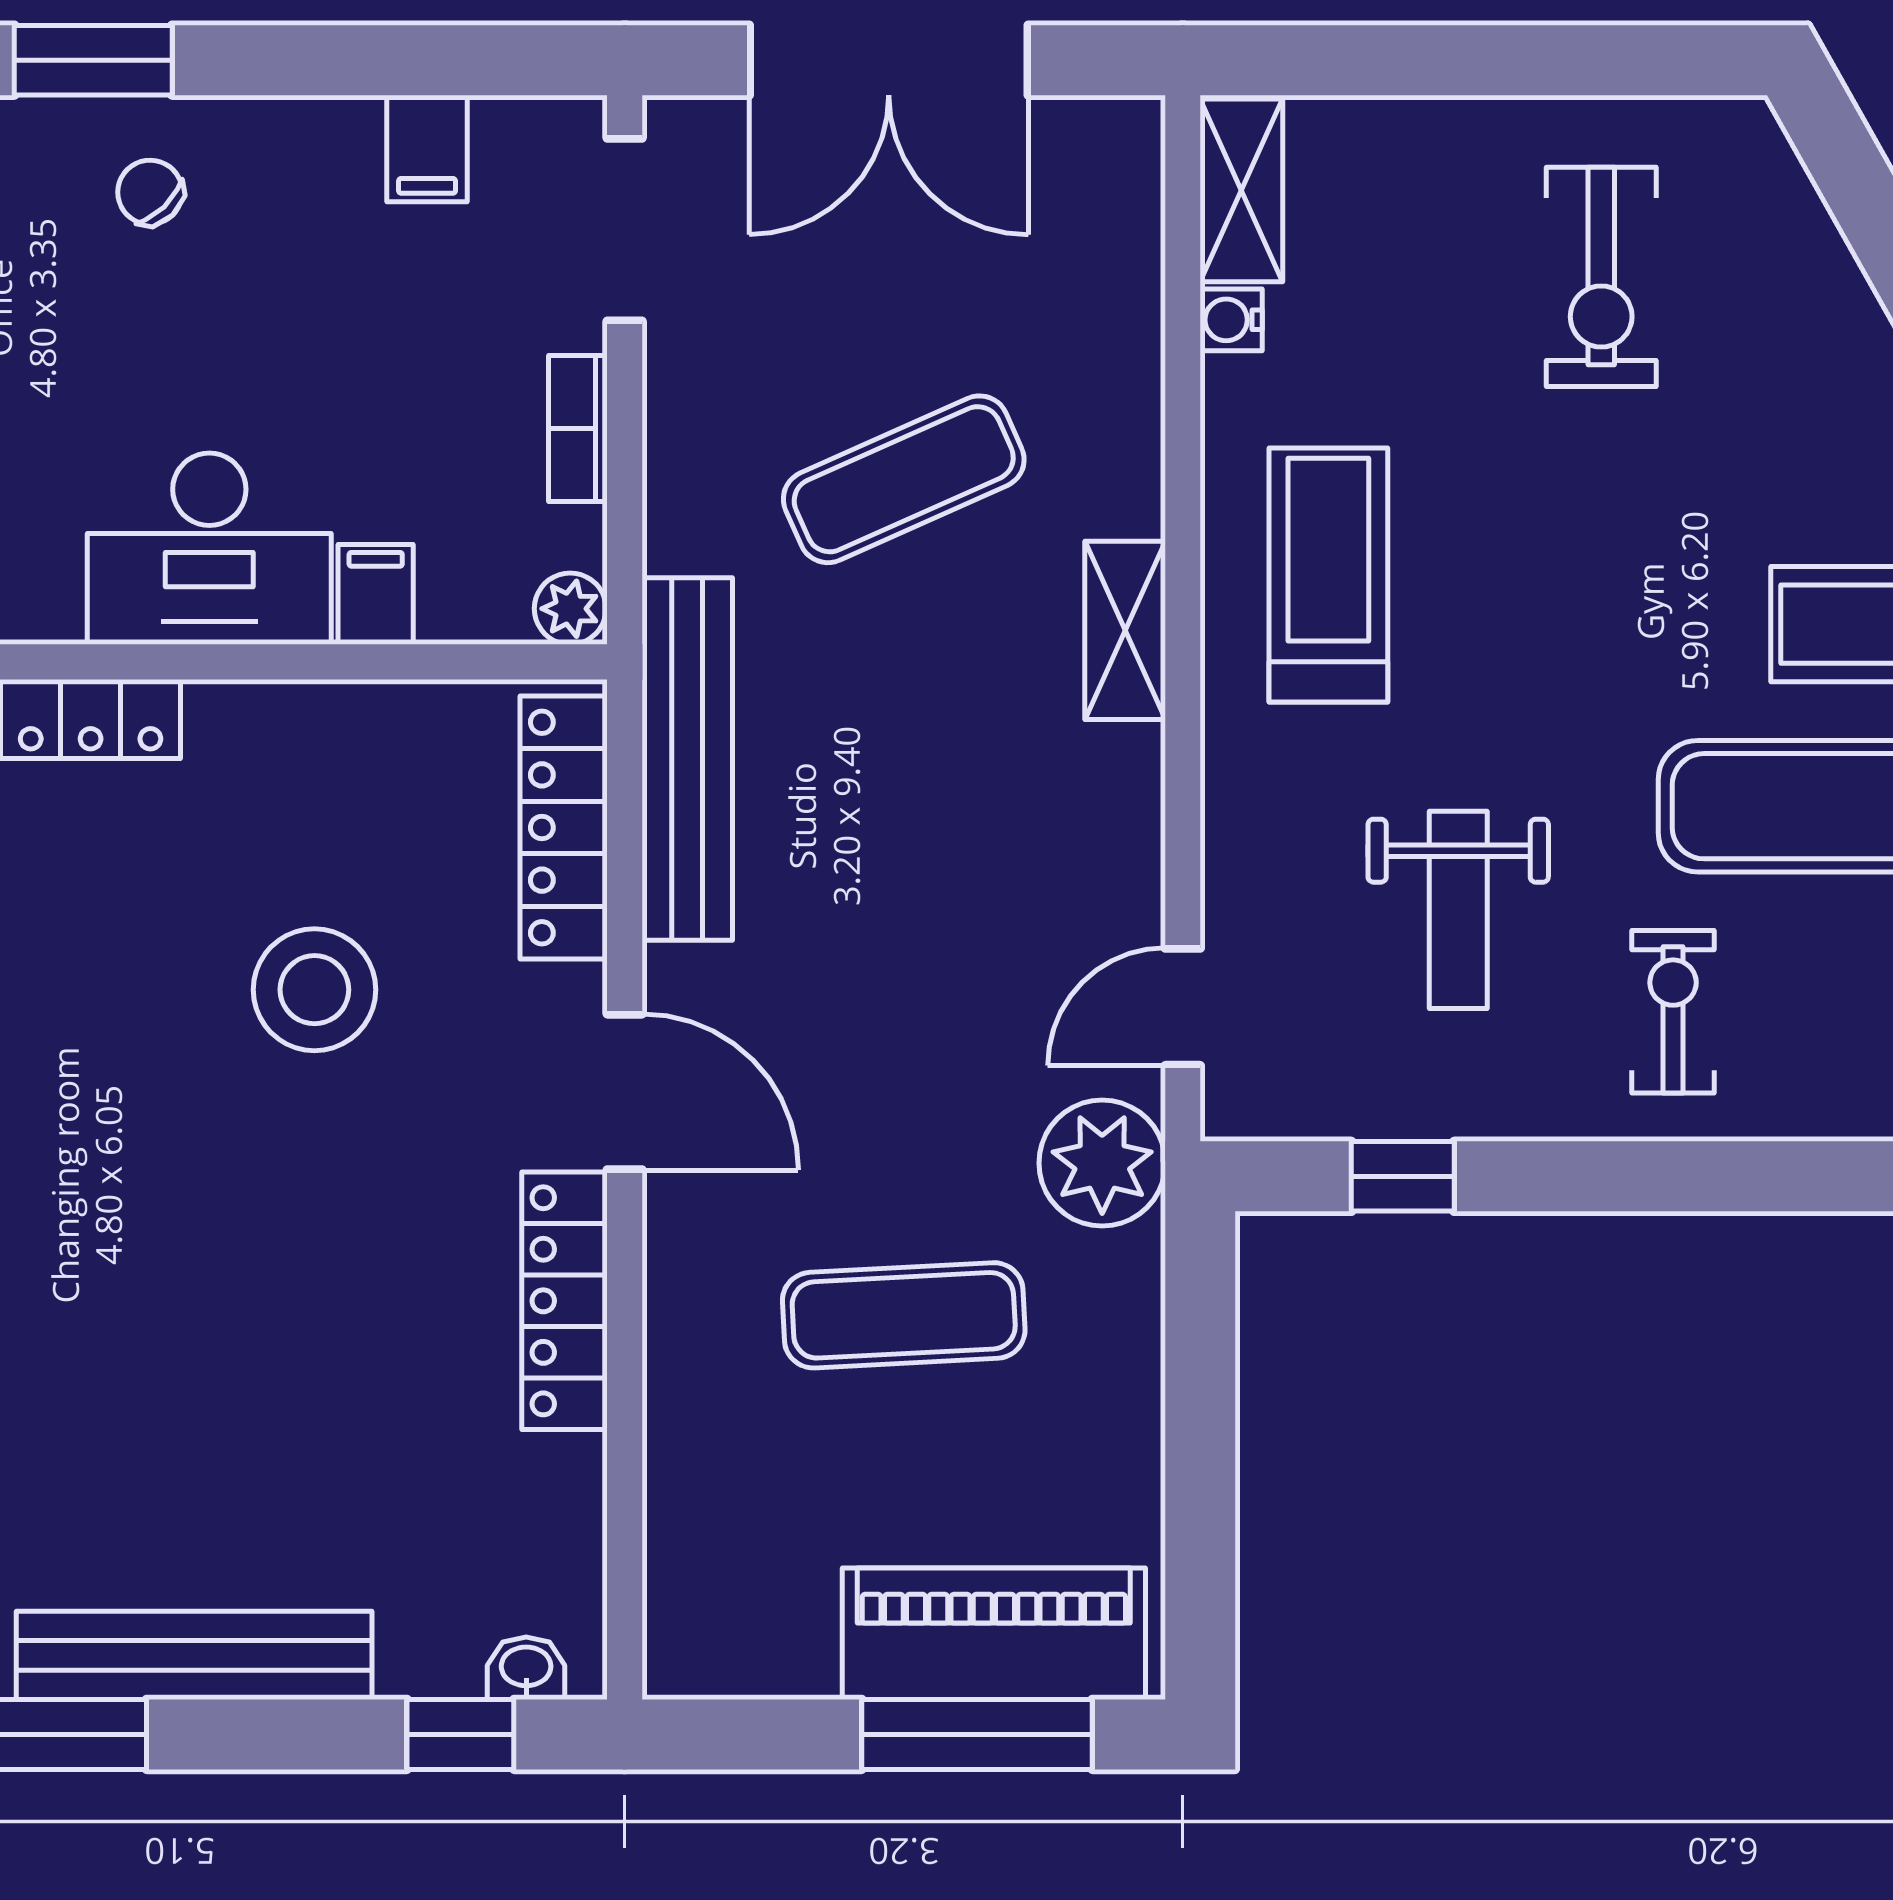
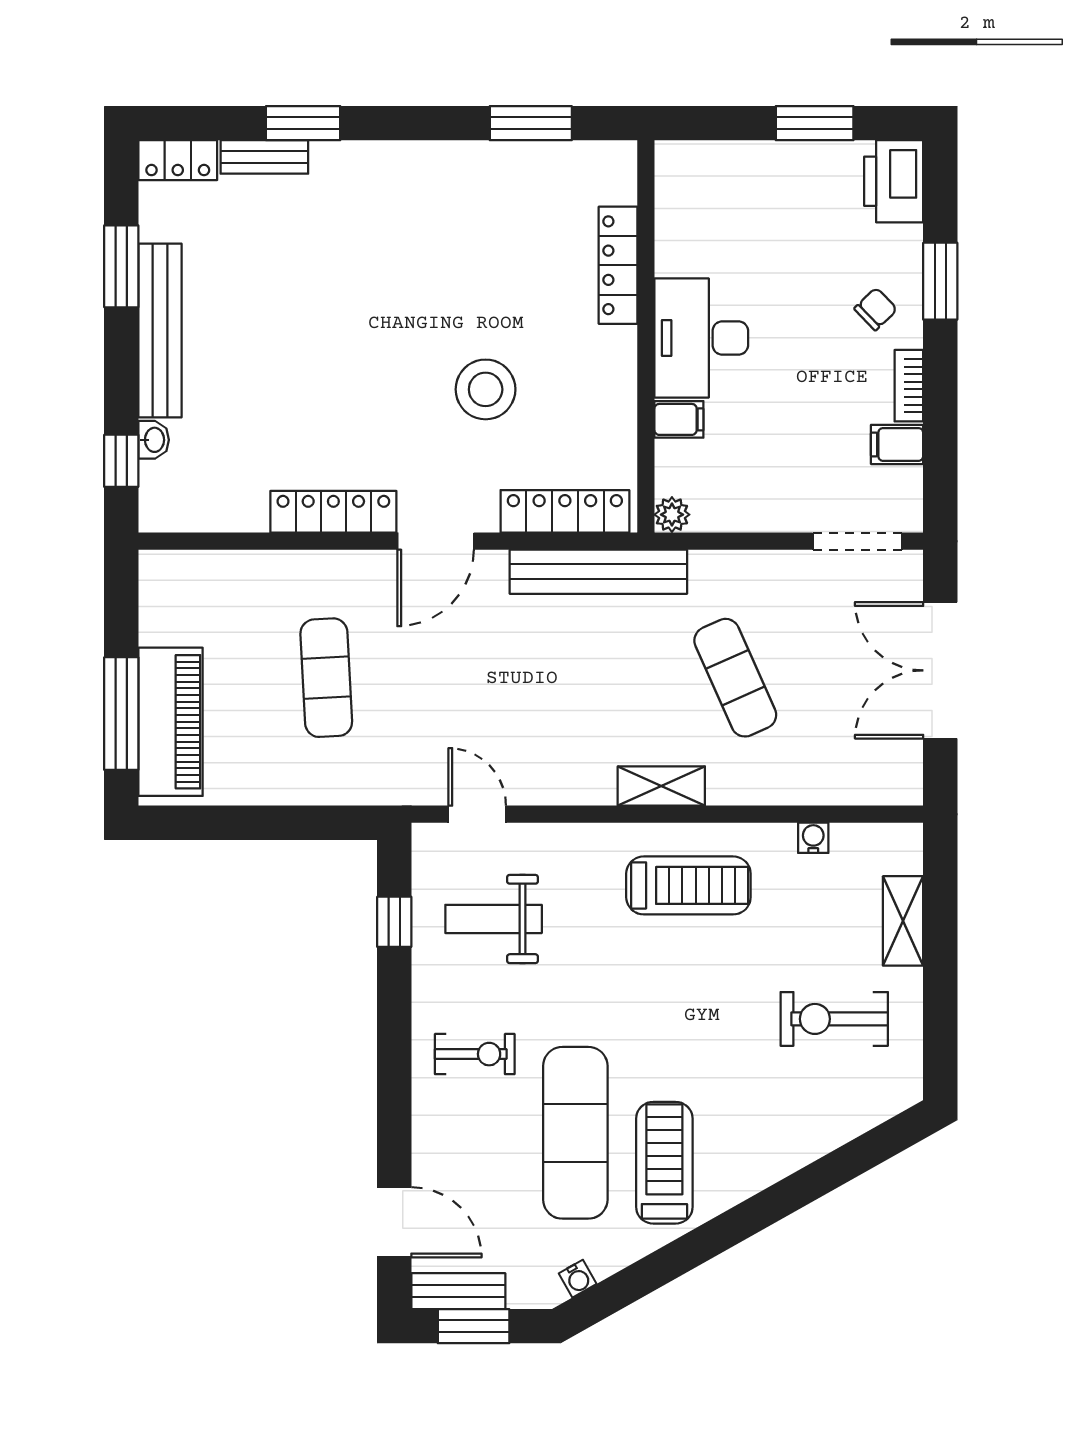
shelving: (1241, 190) -> (903, 921), moved, turned 90
bookcase: (578, 429) -> (909, 386), moved, turned -90
weight bench: (1458, 910) -> (494, 919), moved
plant: (1102, 1163) -> (401, 775), removed
washbasin: (526, 1668) -> (154, 440), moved

